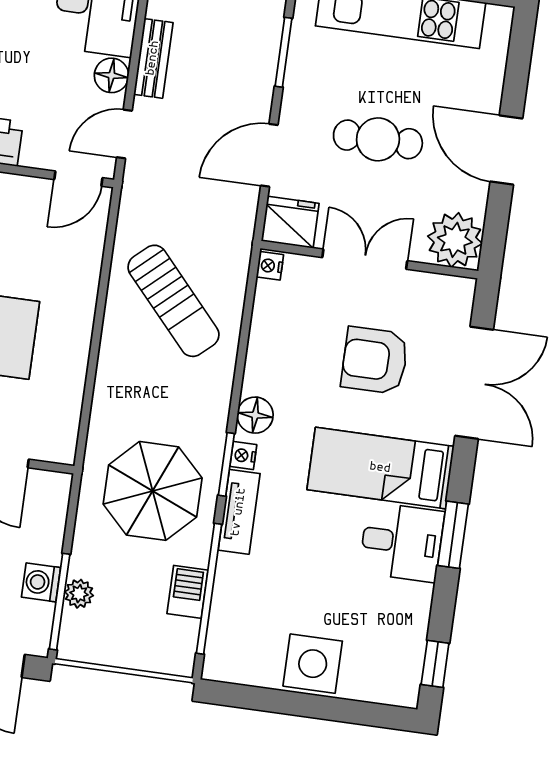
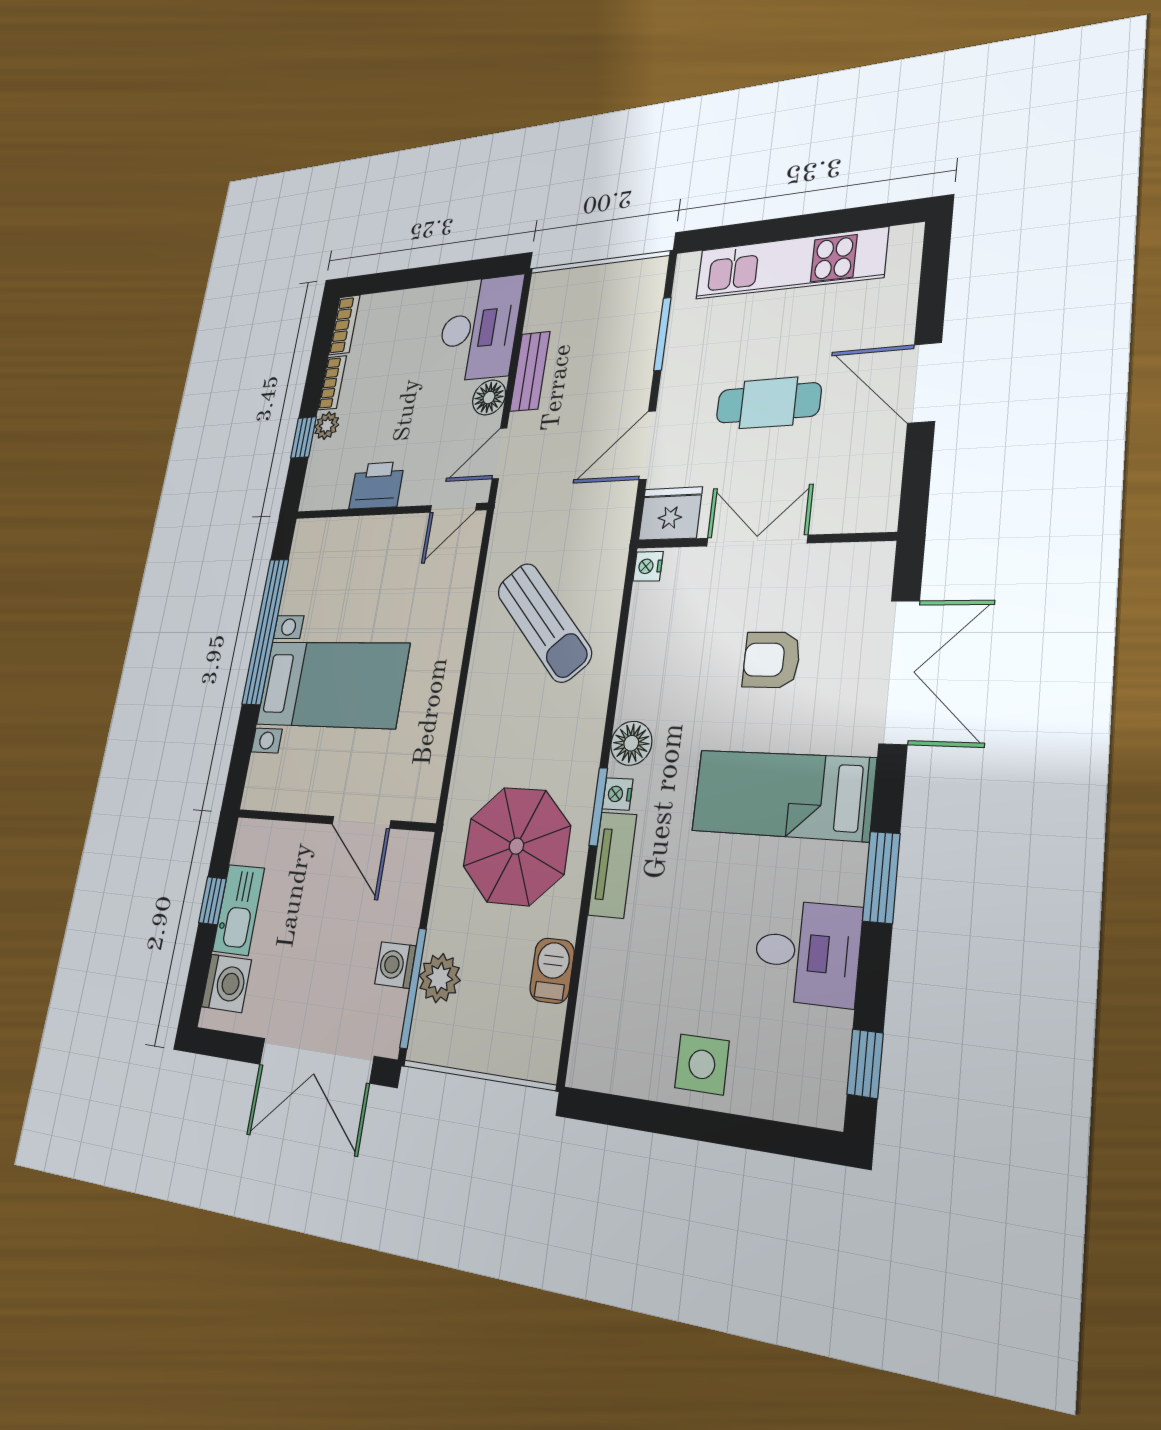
plant: (455, 240) -> (865, 500), removed
armchair: (375, 360) -> (771, 660), width x0.72, depth x0.72
desk: (402, 542) -> (807, 953), moved
window: (209, 589) -> (577, 965), removed
plant: (79, 594) -> (440, 978), width x1.38, depth x1.38
side table: (313, 664) -> (702, 1064), width x0.73, depth x0.73

